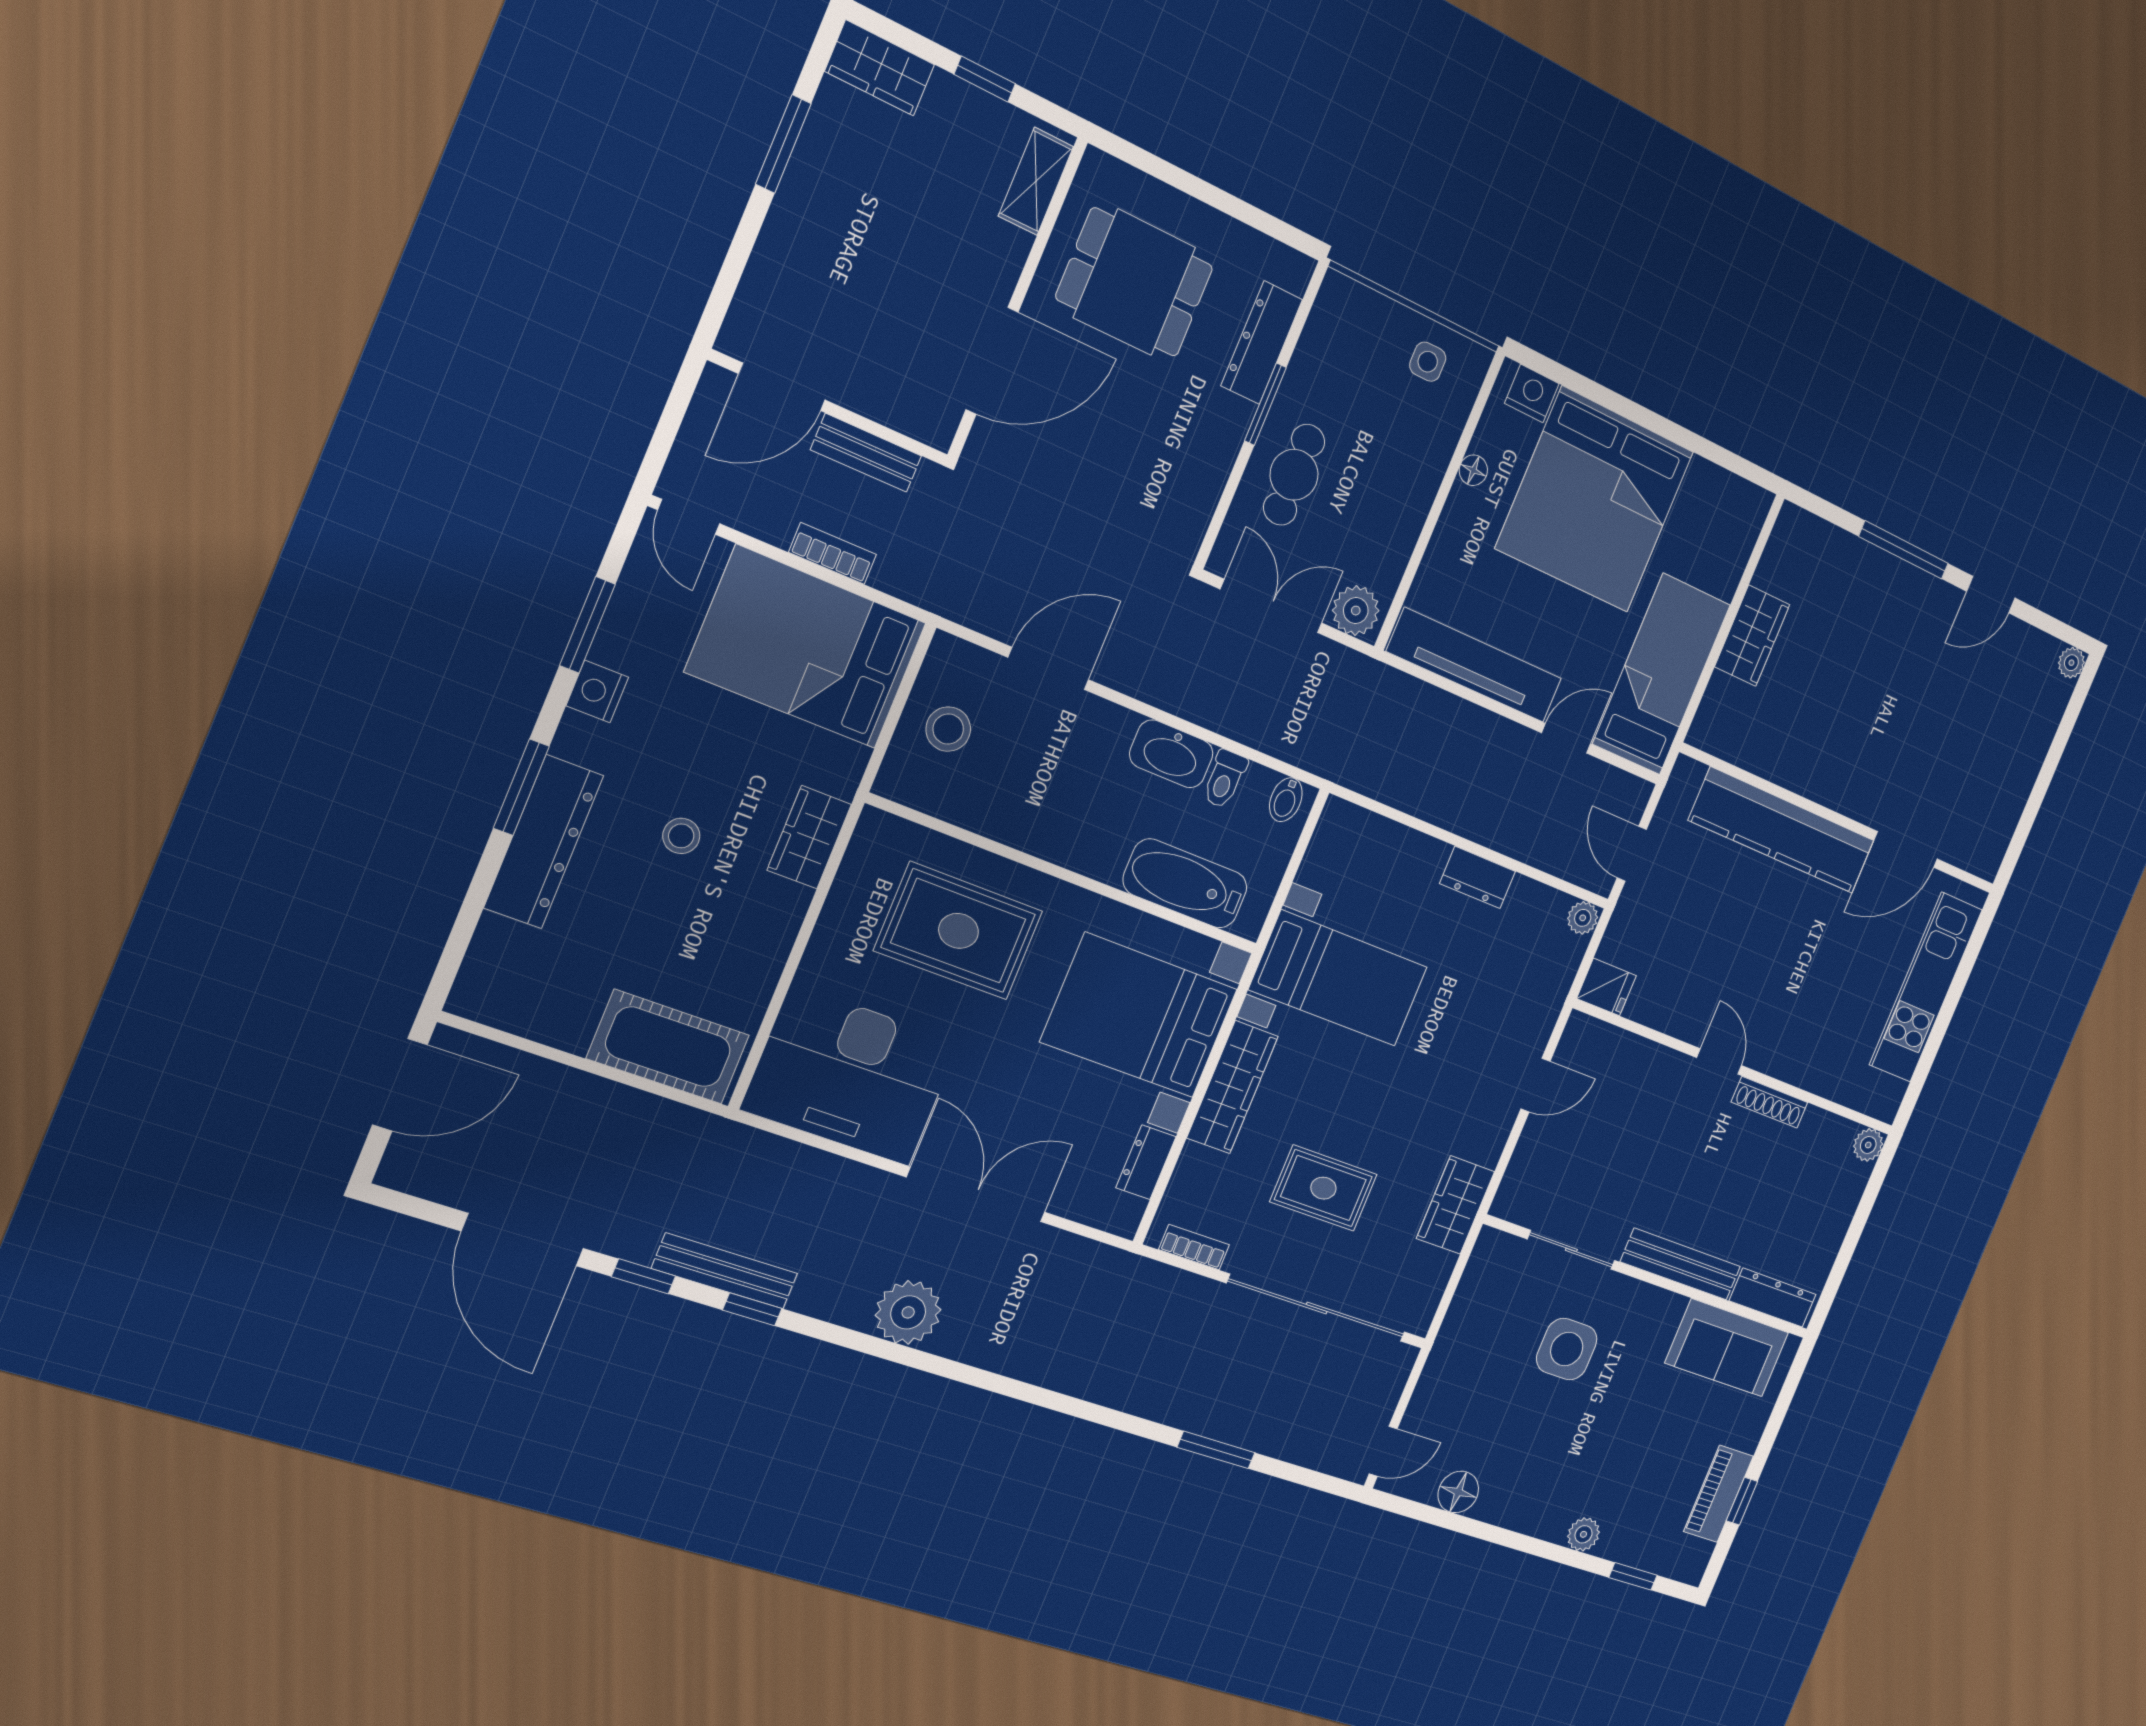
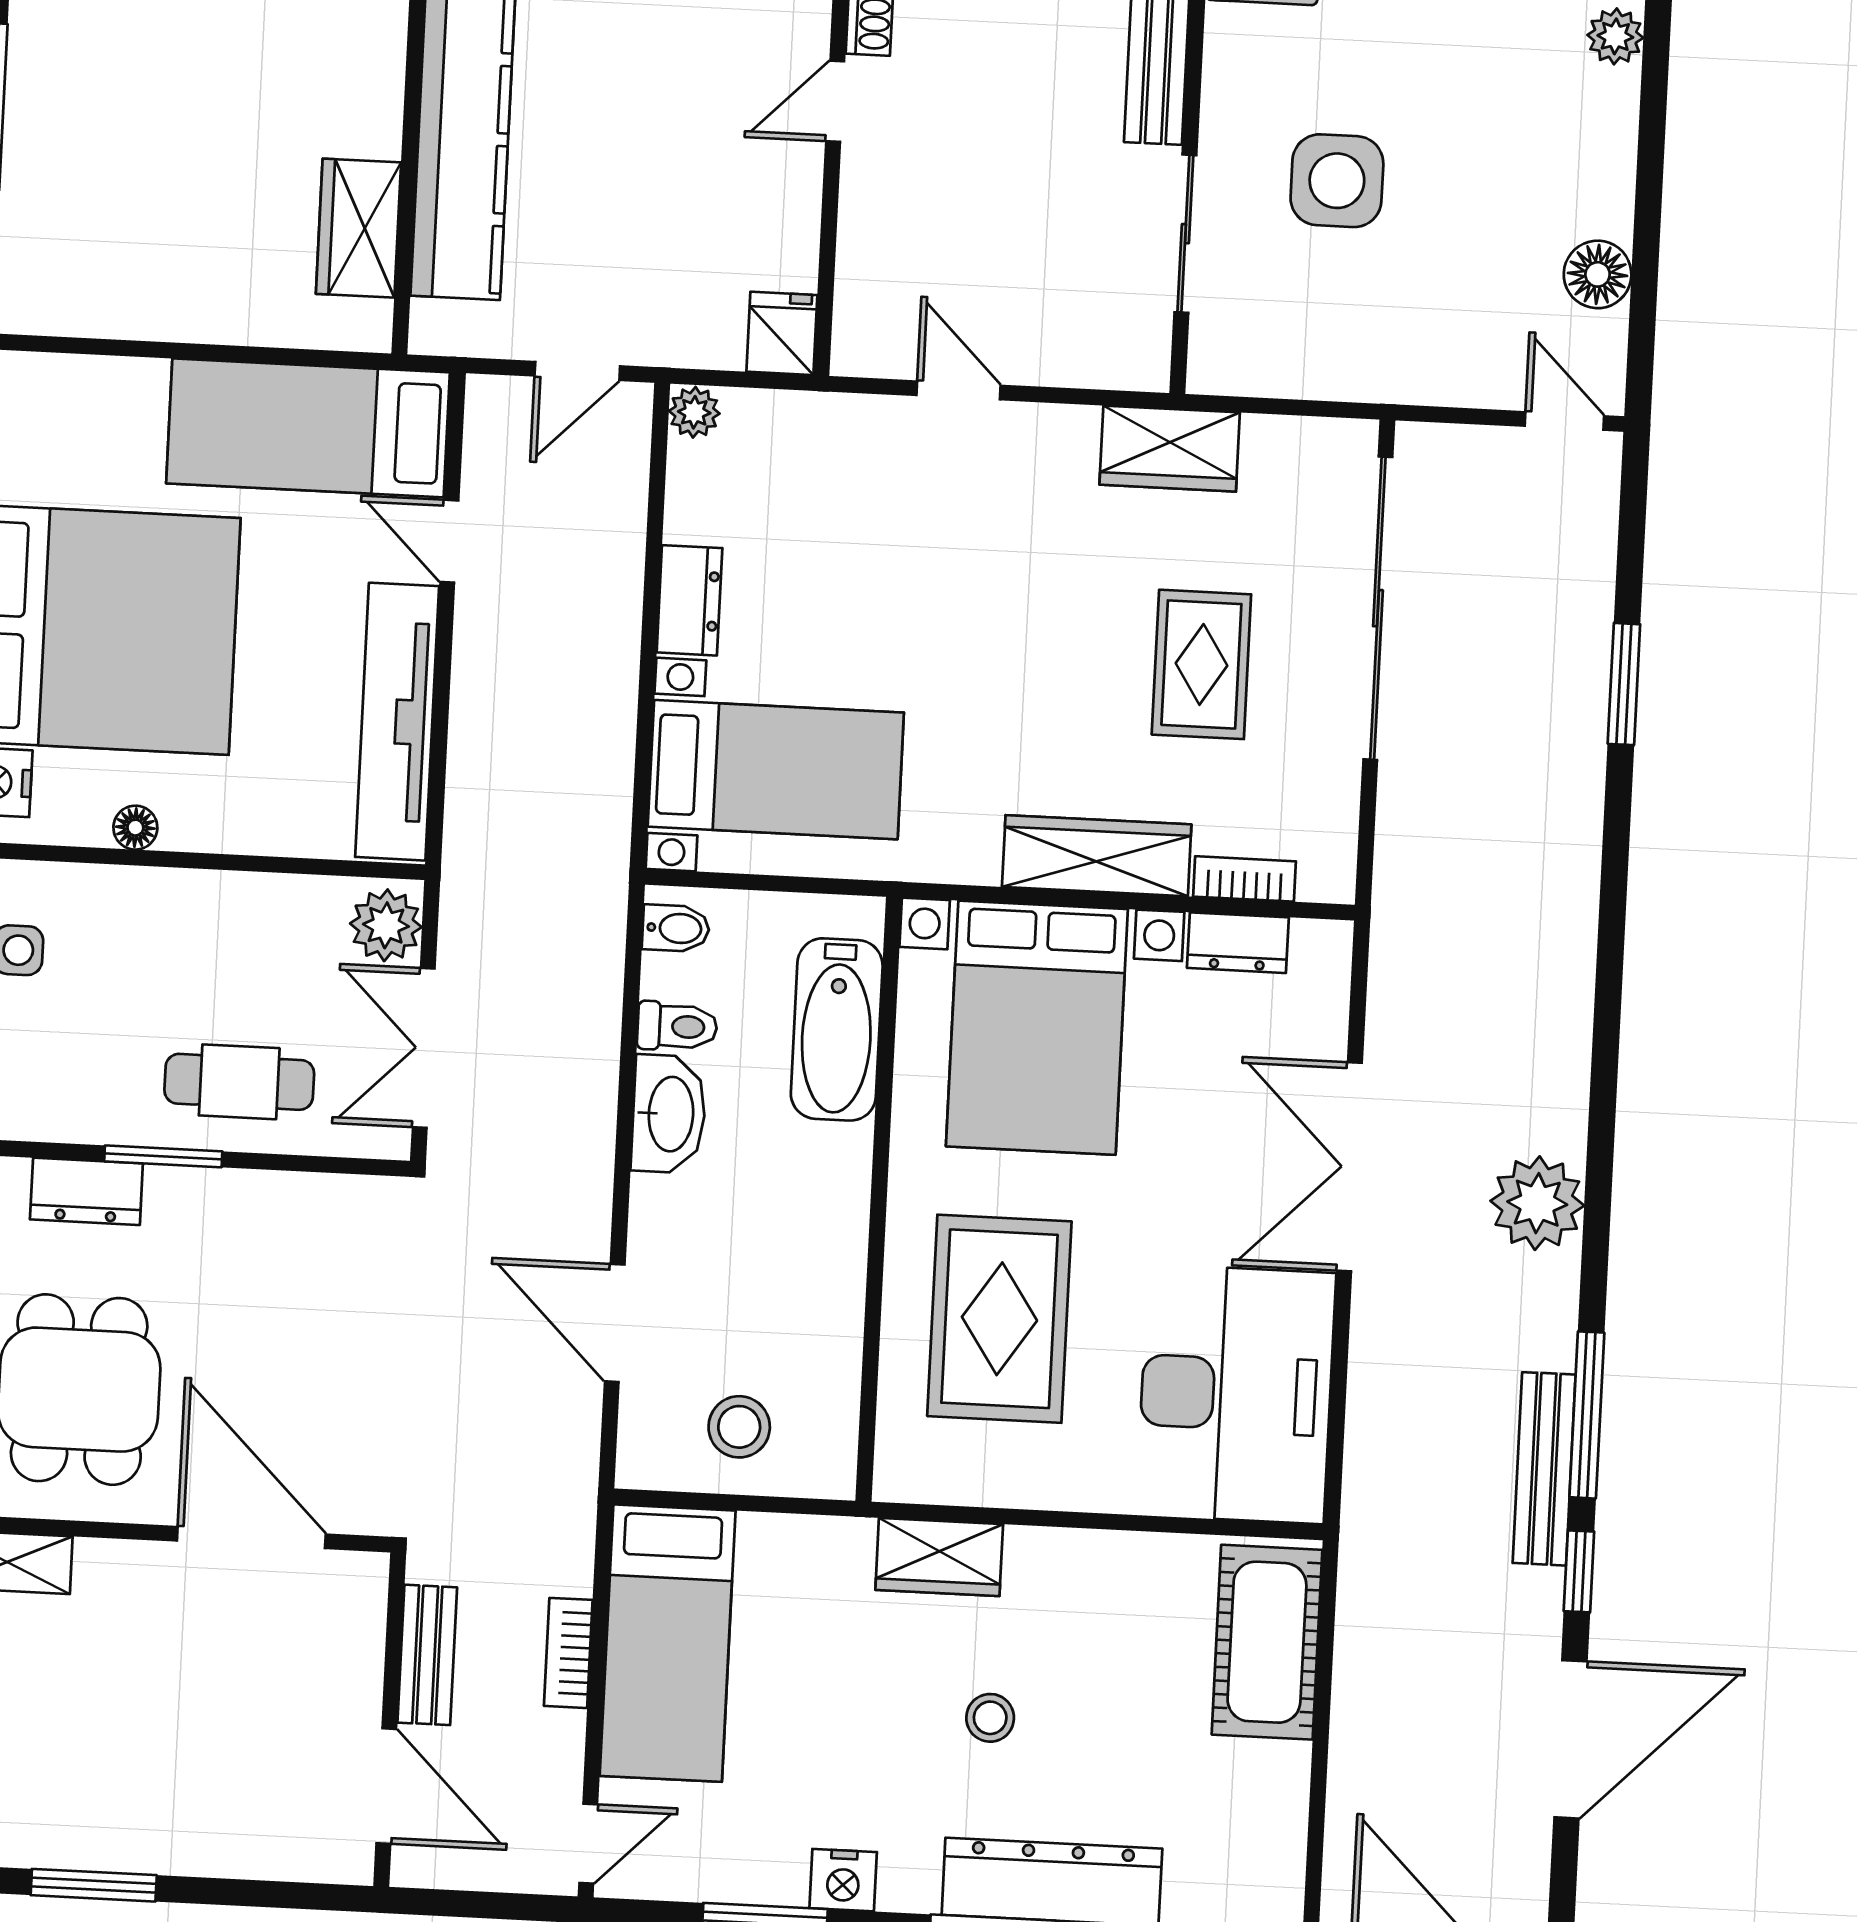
dresser: (1262, 343) -> (86, 1191), width x0.70
wardrobe: (1752, 636) -> (358, 228), moved, turned -90
bed: (806, 647) -> (668, 1643), width x0.67
bed with nightstands: (1338, 978) -> (776, 770), moved, turned 90
bookcase: (1194, 1247) -> (1245, 879), moved, turned 90
window: (752, 1309) -> (1587, 1415), width x2.17

